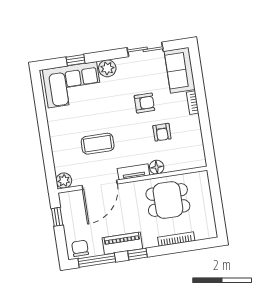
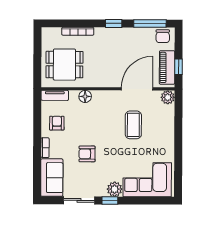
window: (76, 60) -> (110, 201), moved
armchair: (162, 132) -> (57, 123), moved
coffee table: (98, 144) -> (133, 125), turned 90
tv unit: (133, 172) -> (55, 95), moved
dining table: (168, 200) -> (64, 65), moved
piano: (122, 243) -> (167, 67), moved, turned 90

